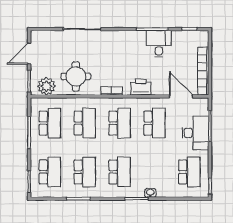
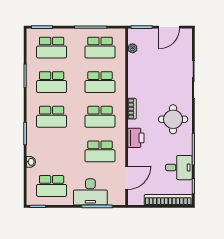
desk: (159, 44) -> (179, 168), moved
door: (29, 54) -> (169, 27), swing flipped
bookcase: (203, 71) -> (168, 200), moved
round table: (76, 76) -> (173, 119), moved
plant: (46, 86) -> (133, 48), width x0.53, depth x0.53
washbasin: (150, 193) -> (31, 162), moved

